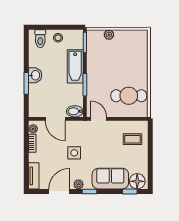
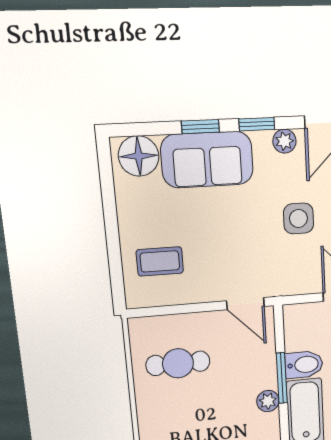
plant: (91, 75) -> (268, 401), added
cafe table: (129, 96) -> (178, 363), width x0.73, depth x0.74
bidet: (75, 111) -> (304, 365), moved
window: (130, 191) -> (200, 127), moved

